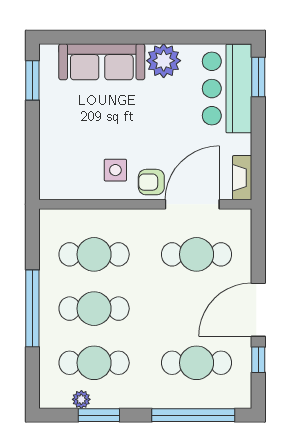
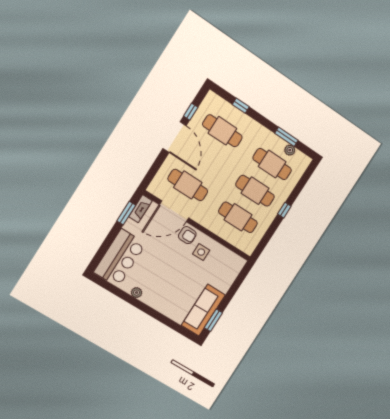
plant: (164, 61) -> (137, 293), width x0.53, depth x0.53
sofa: (102, 62) -> (203, 310), moved, turned -90
window: (258, 77) -> (126, 213), moved
window: (32, 308) -> (284, 210), width x0.32
door: (258, 310) -> (175, 137), hinge flipped
window: (193, 415) -> (241, 106), width x0.32

